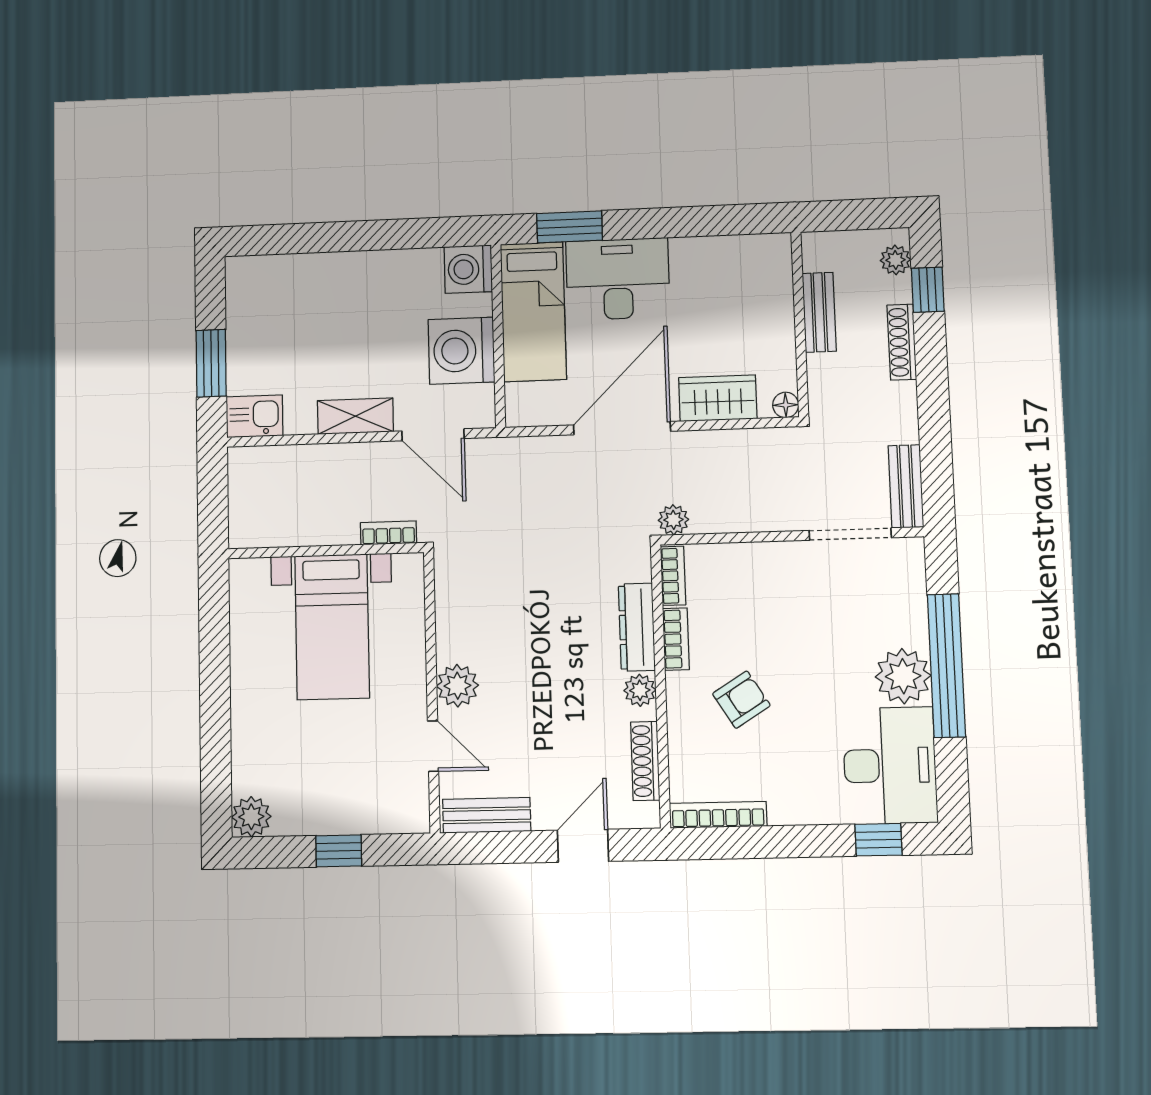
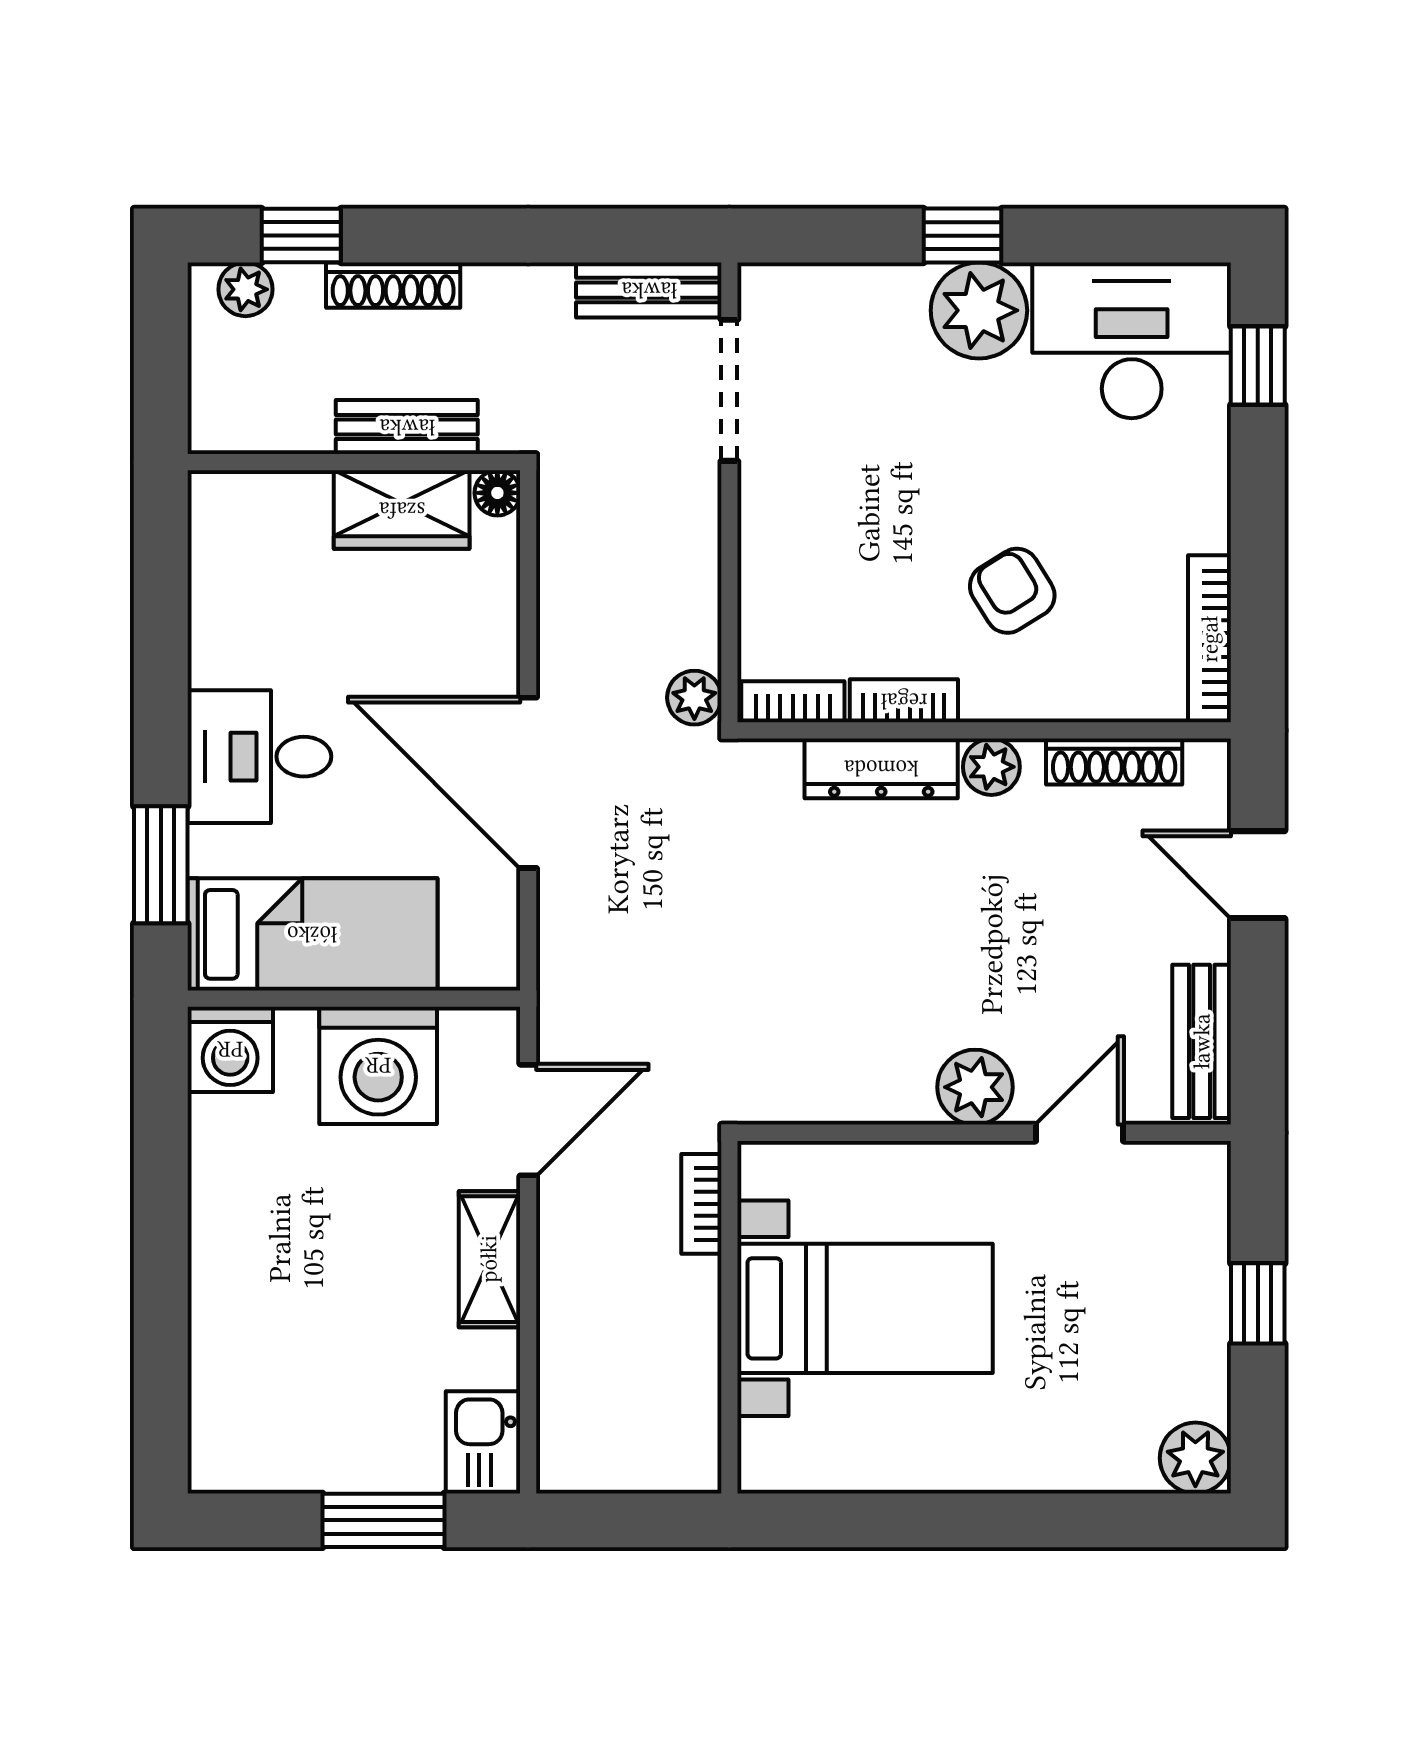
desk: (618, 279) -> (259, 757), width x0.73
bench: (819, 312) -> (407, 427), moved
wardrobe: (718, 398) -> (402, 510), moved, turned -90
window: (946, 666) -> (963, 236), width x0.32

